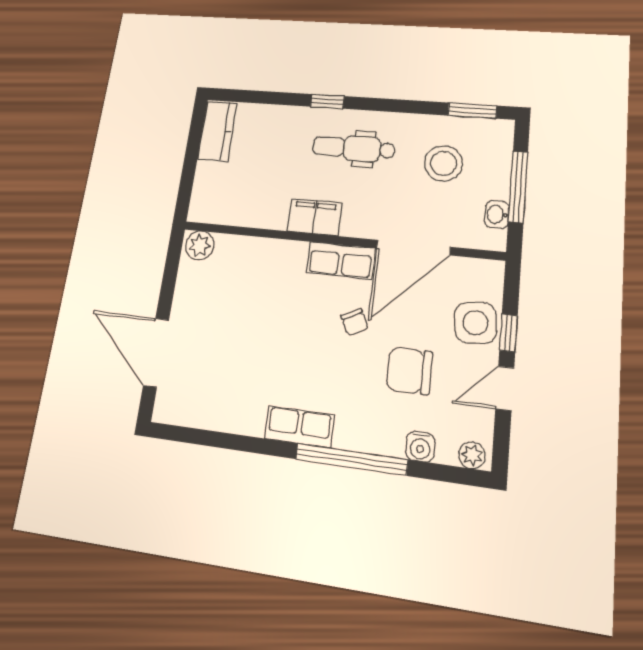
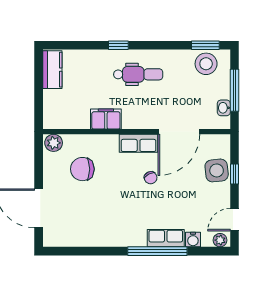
dental chair: (354, 148) -> (138, 74), turned 180
stool: (444, 163) -> (206, 64), moved
filing cabinet: (315, 217) -> (106, 119), moved
chair: (409, 371) -> (82, 169), moved
door: (505, 388) -> (234, 220), moved
row of seats: (299, 427) -> (166, 238), moved

